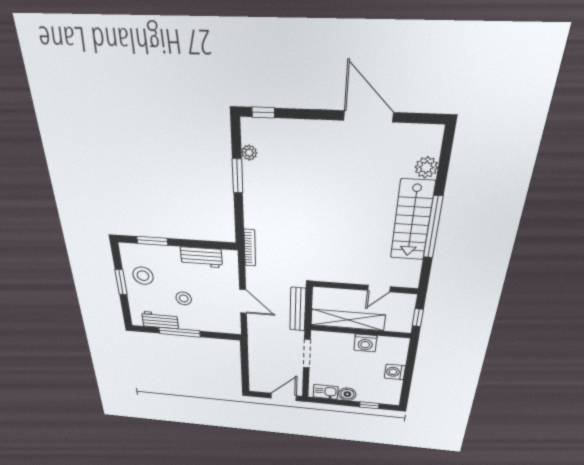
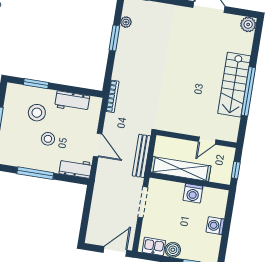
plant: (426, 167) -> (248, 24), moved
stool: (143, 276) -> (37, 113), moved
workbench: (160, 320) -> (76, 168), moved

